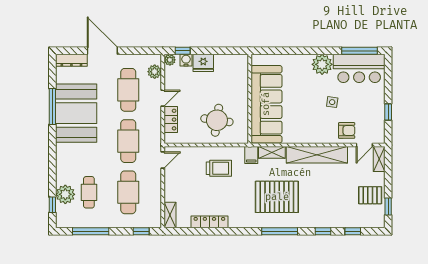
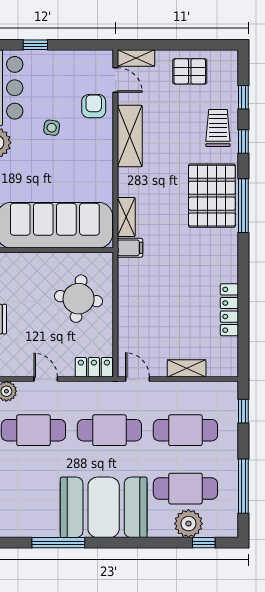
window: (388, 112) -> (35, 45), moved
booth: (76, 113) -> (104, 507), moved
locker: (171, 120) -> (94, 367), moved
shelving: (317, 155) -> (130, 136), width x0.68
trolley: (219, 168) -> (218, 128), moved
cafe table: (89, 192) -> (185, 489), width x1.37, depth x1.35
pallet: (370, 195) -> (190, 71), turned 90
pallet: (277, 197) -> (212, 196), moved
window: (388, 207) -> (207, 45), removed
shelving: (170, 215) -> (187, 368), moved

